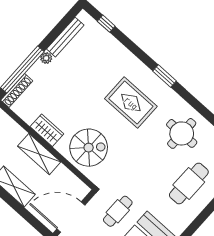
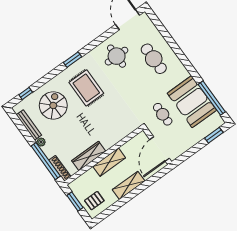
rug: (131, 103) -> (86, 88), turned 90
wardrobe: (47, 130) -> (89, 156), width x1.50
spiral stairs: (89, 148) -> (53, 105), moved

